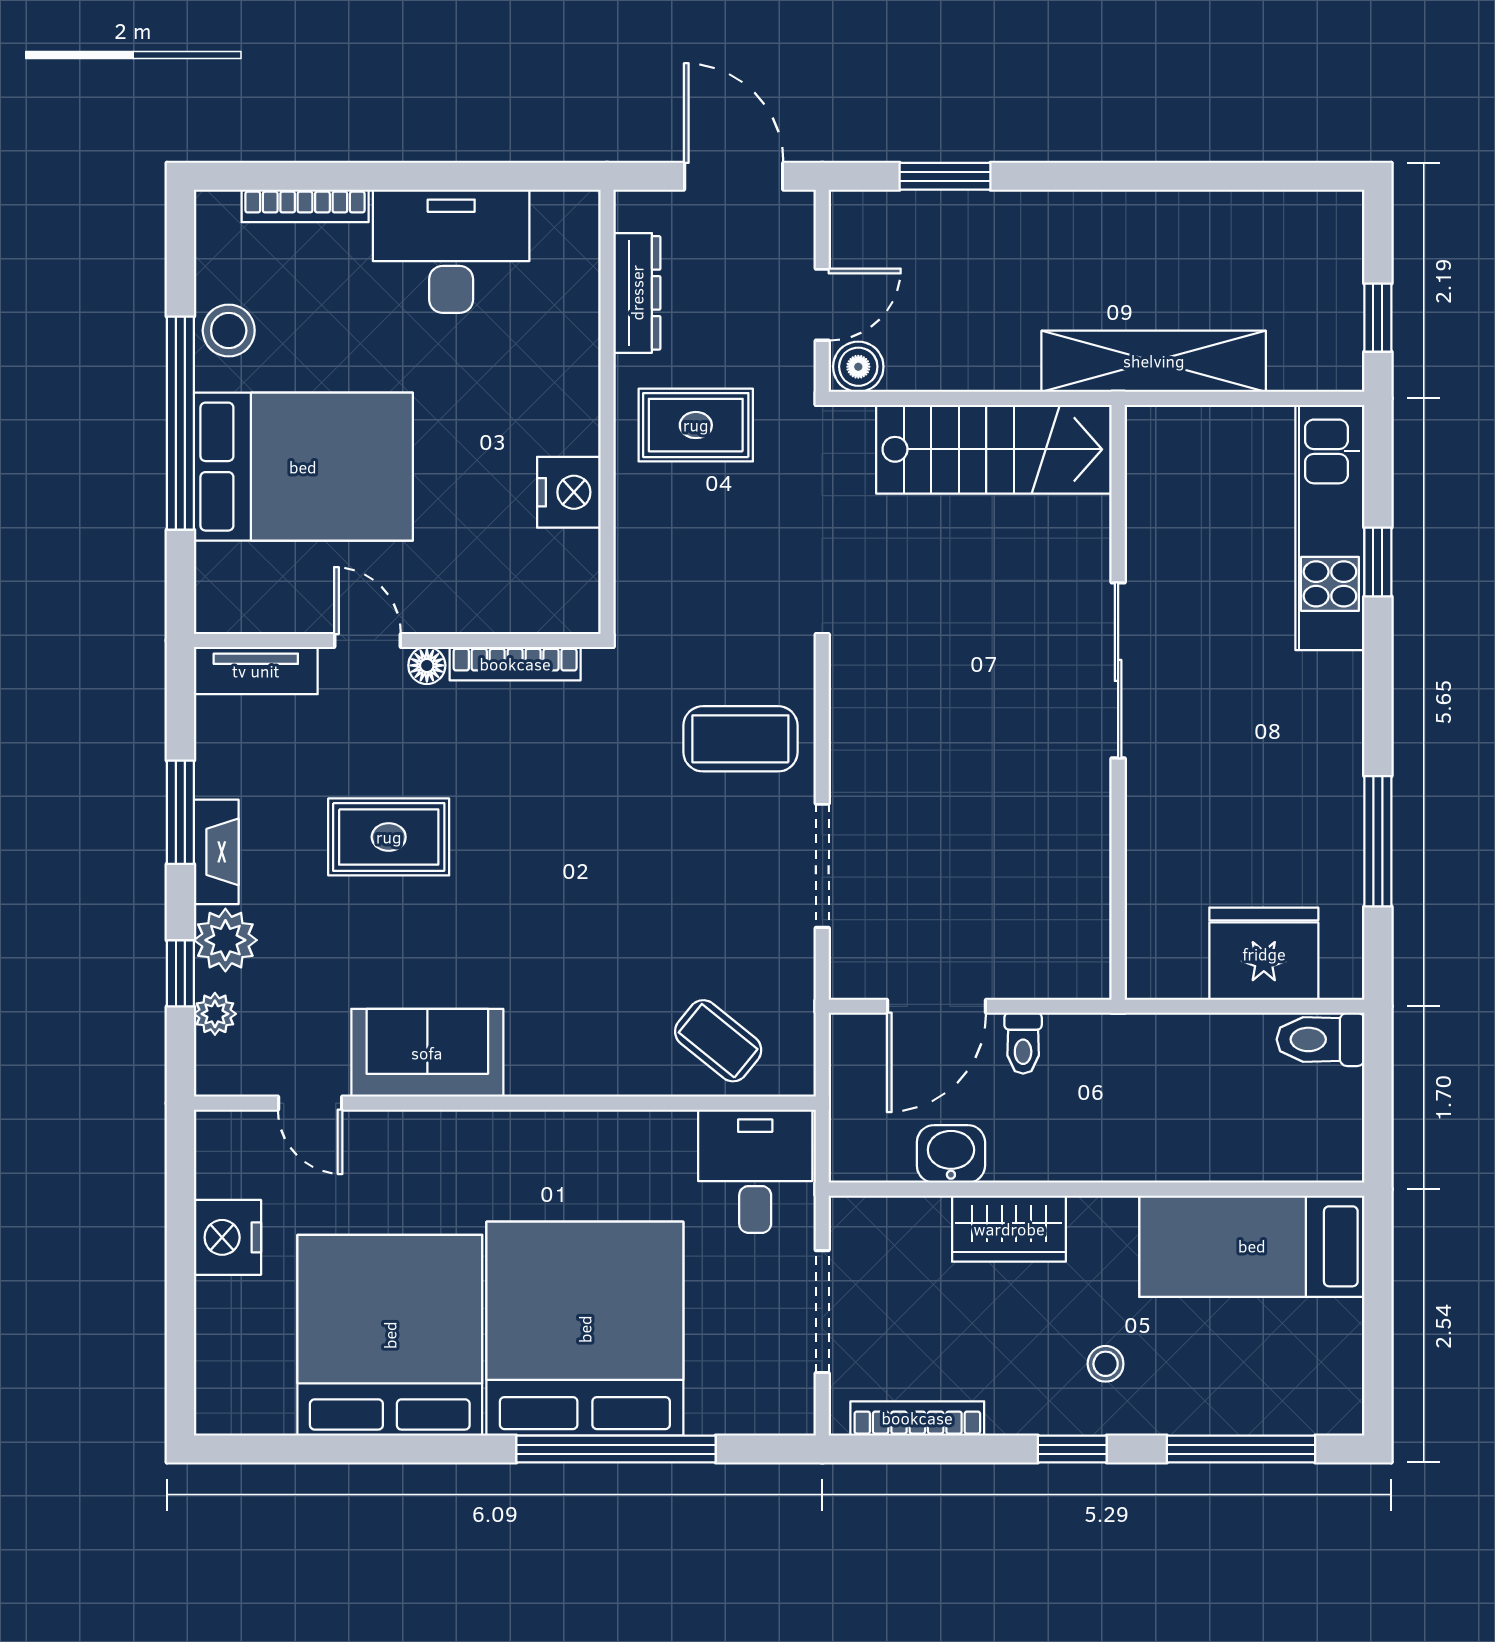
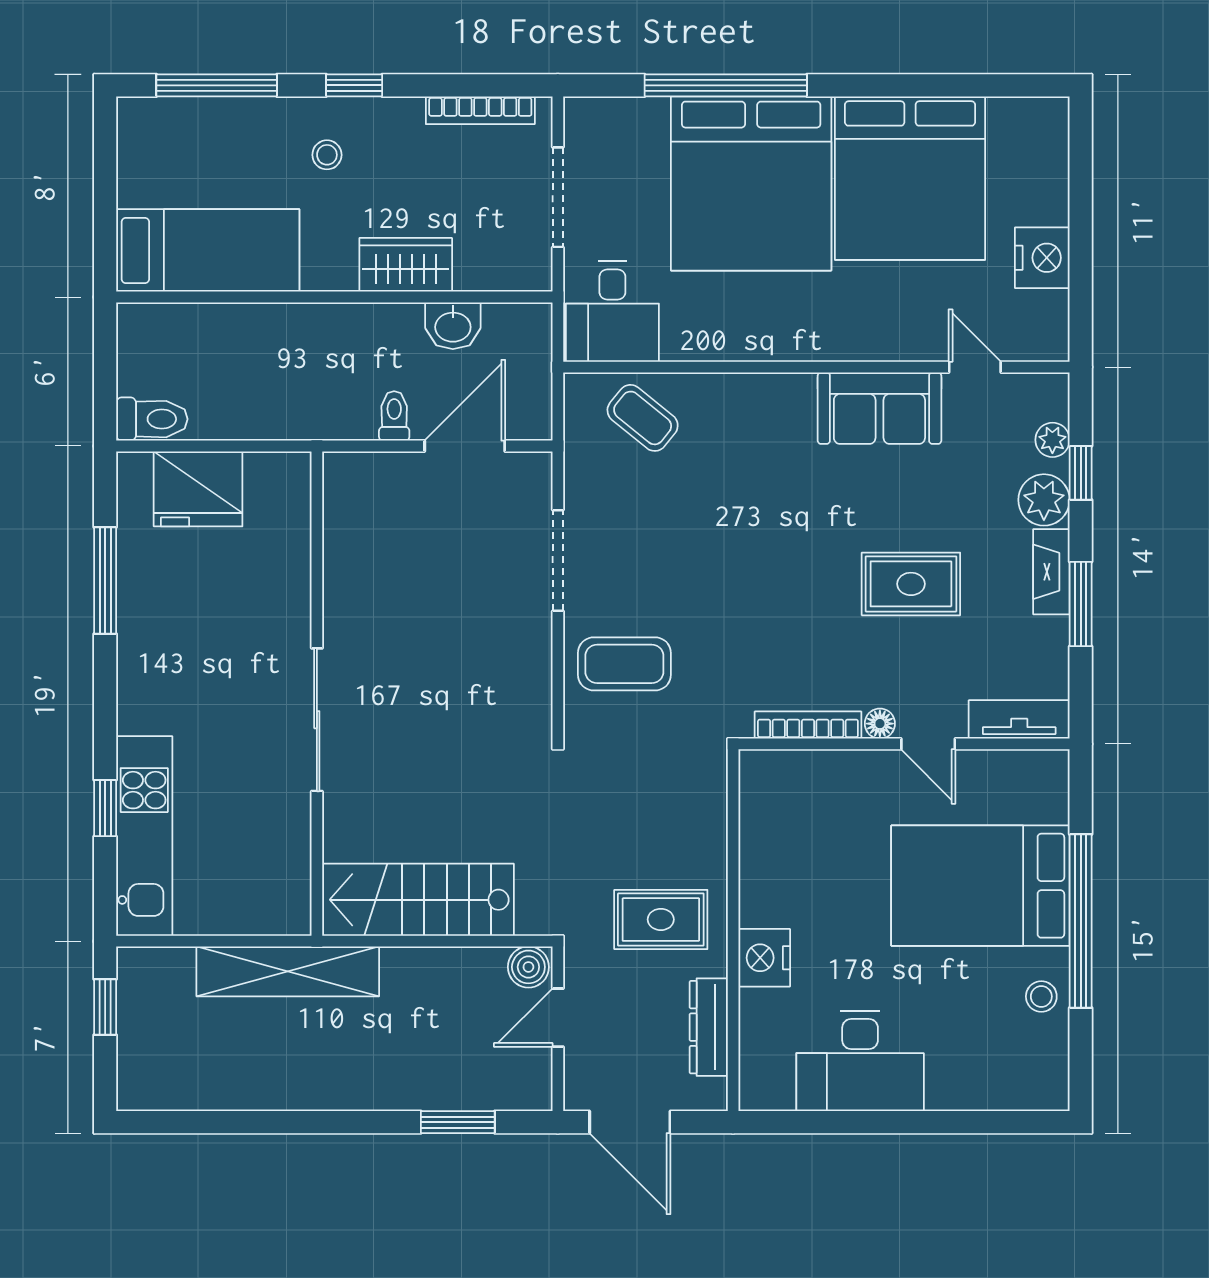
bookcase: (305, 206) -> (979, 1098), removed
stool: (229, 331) -> (1041, 996), width x0.73, depth x0.73
nightstand: (569, 492) -> (764, 958), moved

